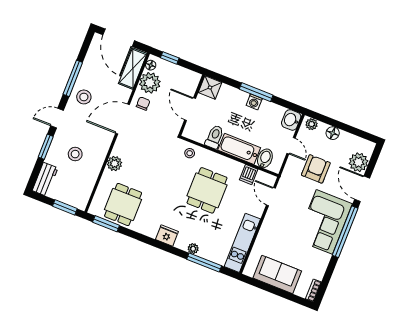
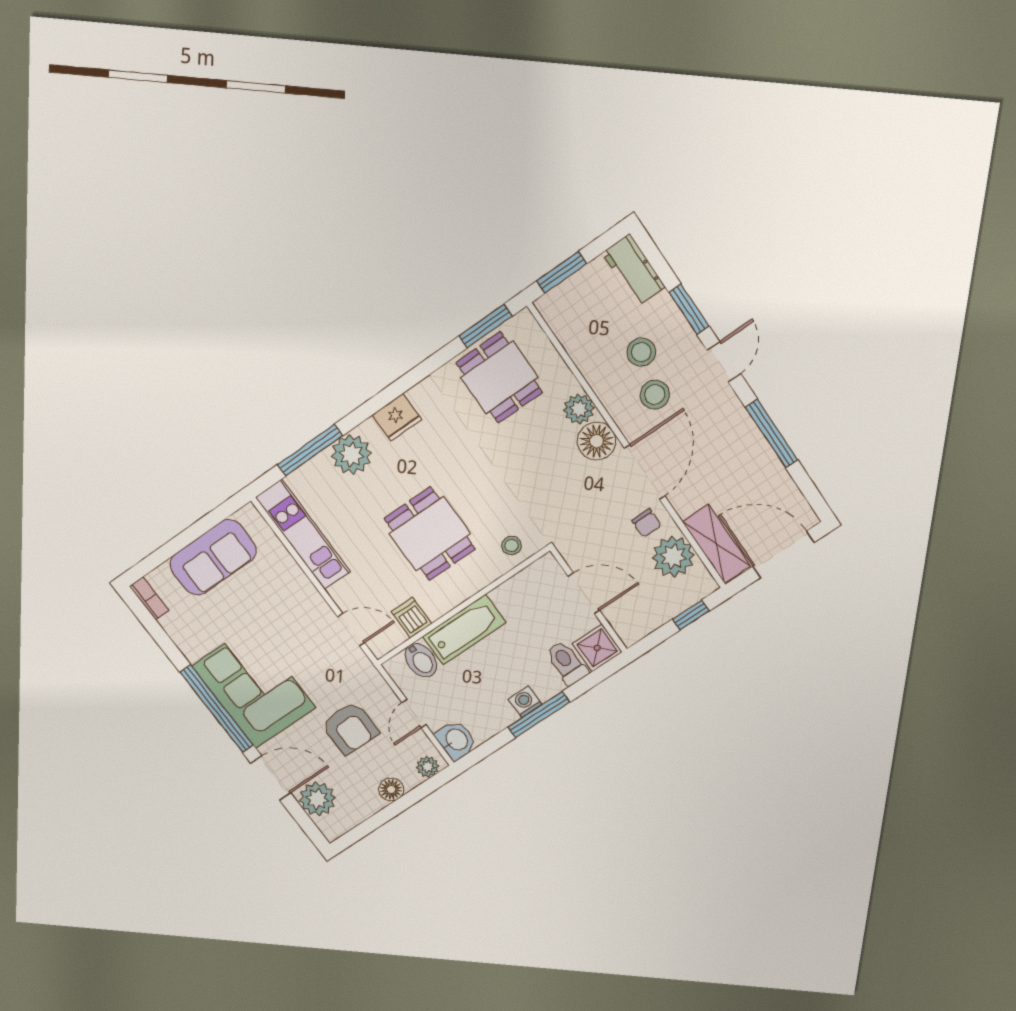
floor lamp: (151, 65) -> (597, 441), moved, width x1.89, depth x1.89
stool: (84, 97) -> (655, 395), moved
toilet: (214, 137) -> (567, 663), moved, turned 180
door: (291, 146) -> (414, 714), hinge flipped
plant: (193, 249) -> (351, 455), width x1.88, depth x1.88

